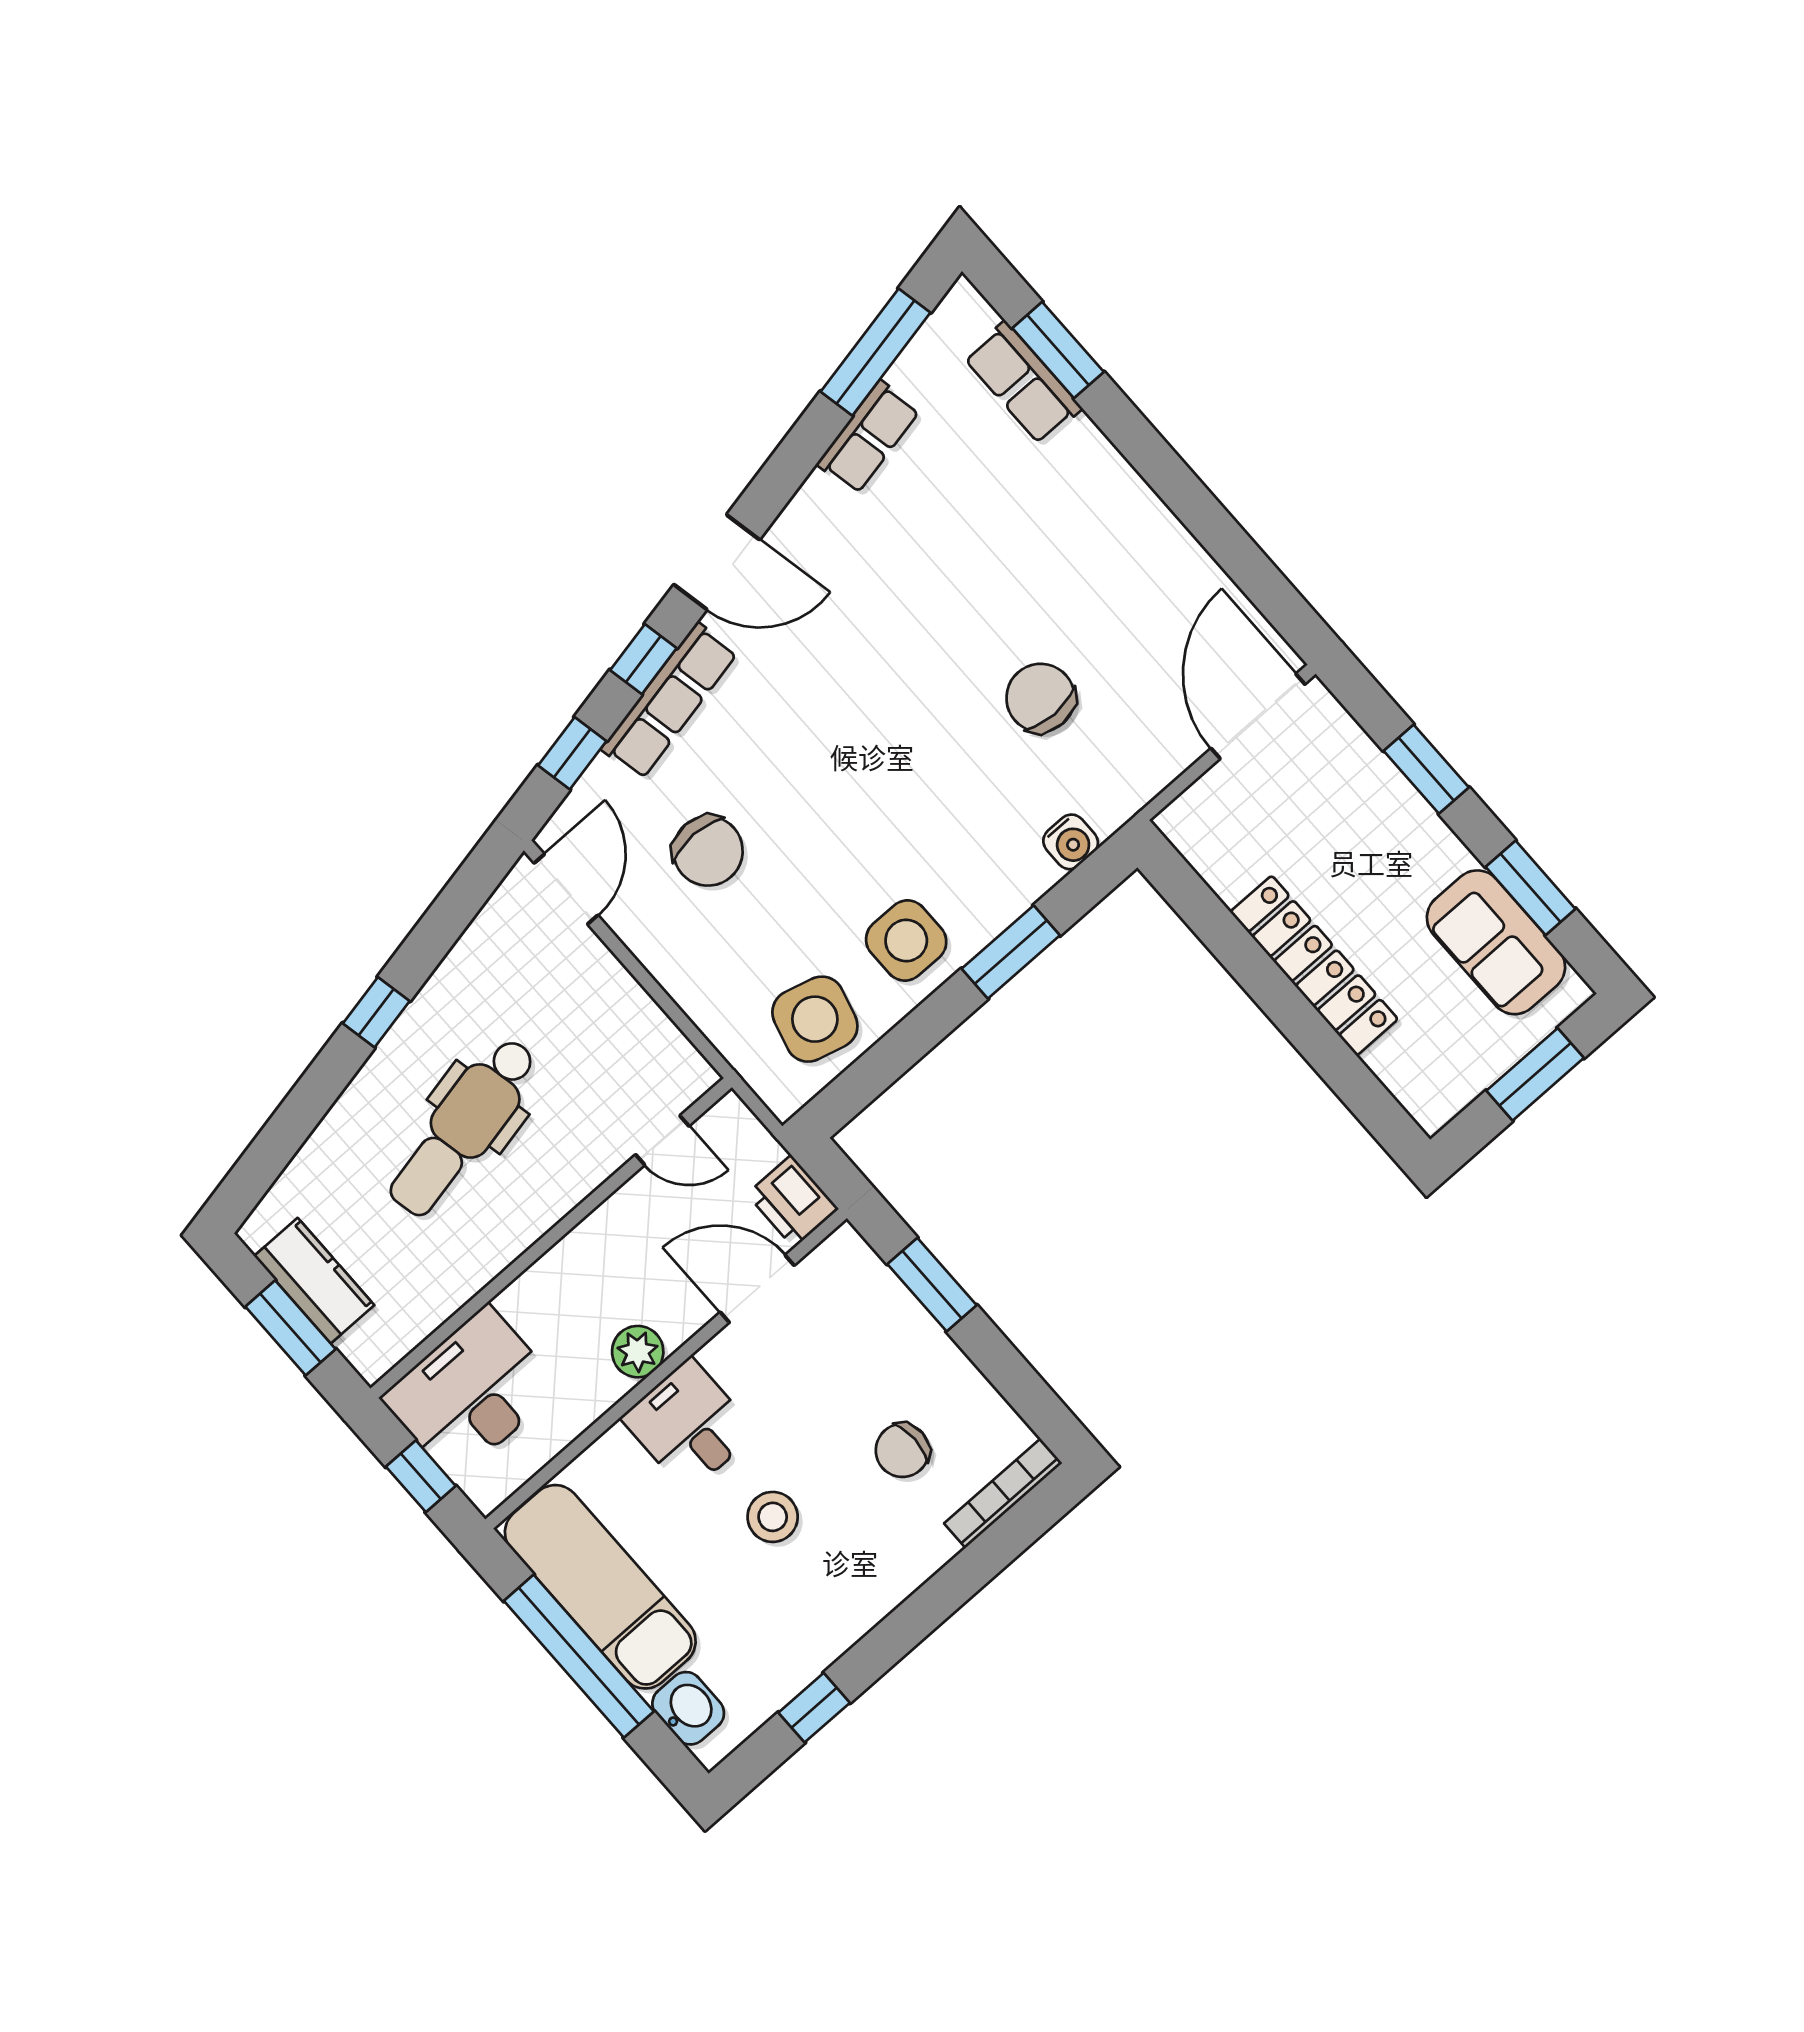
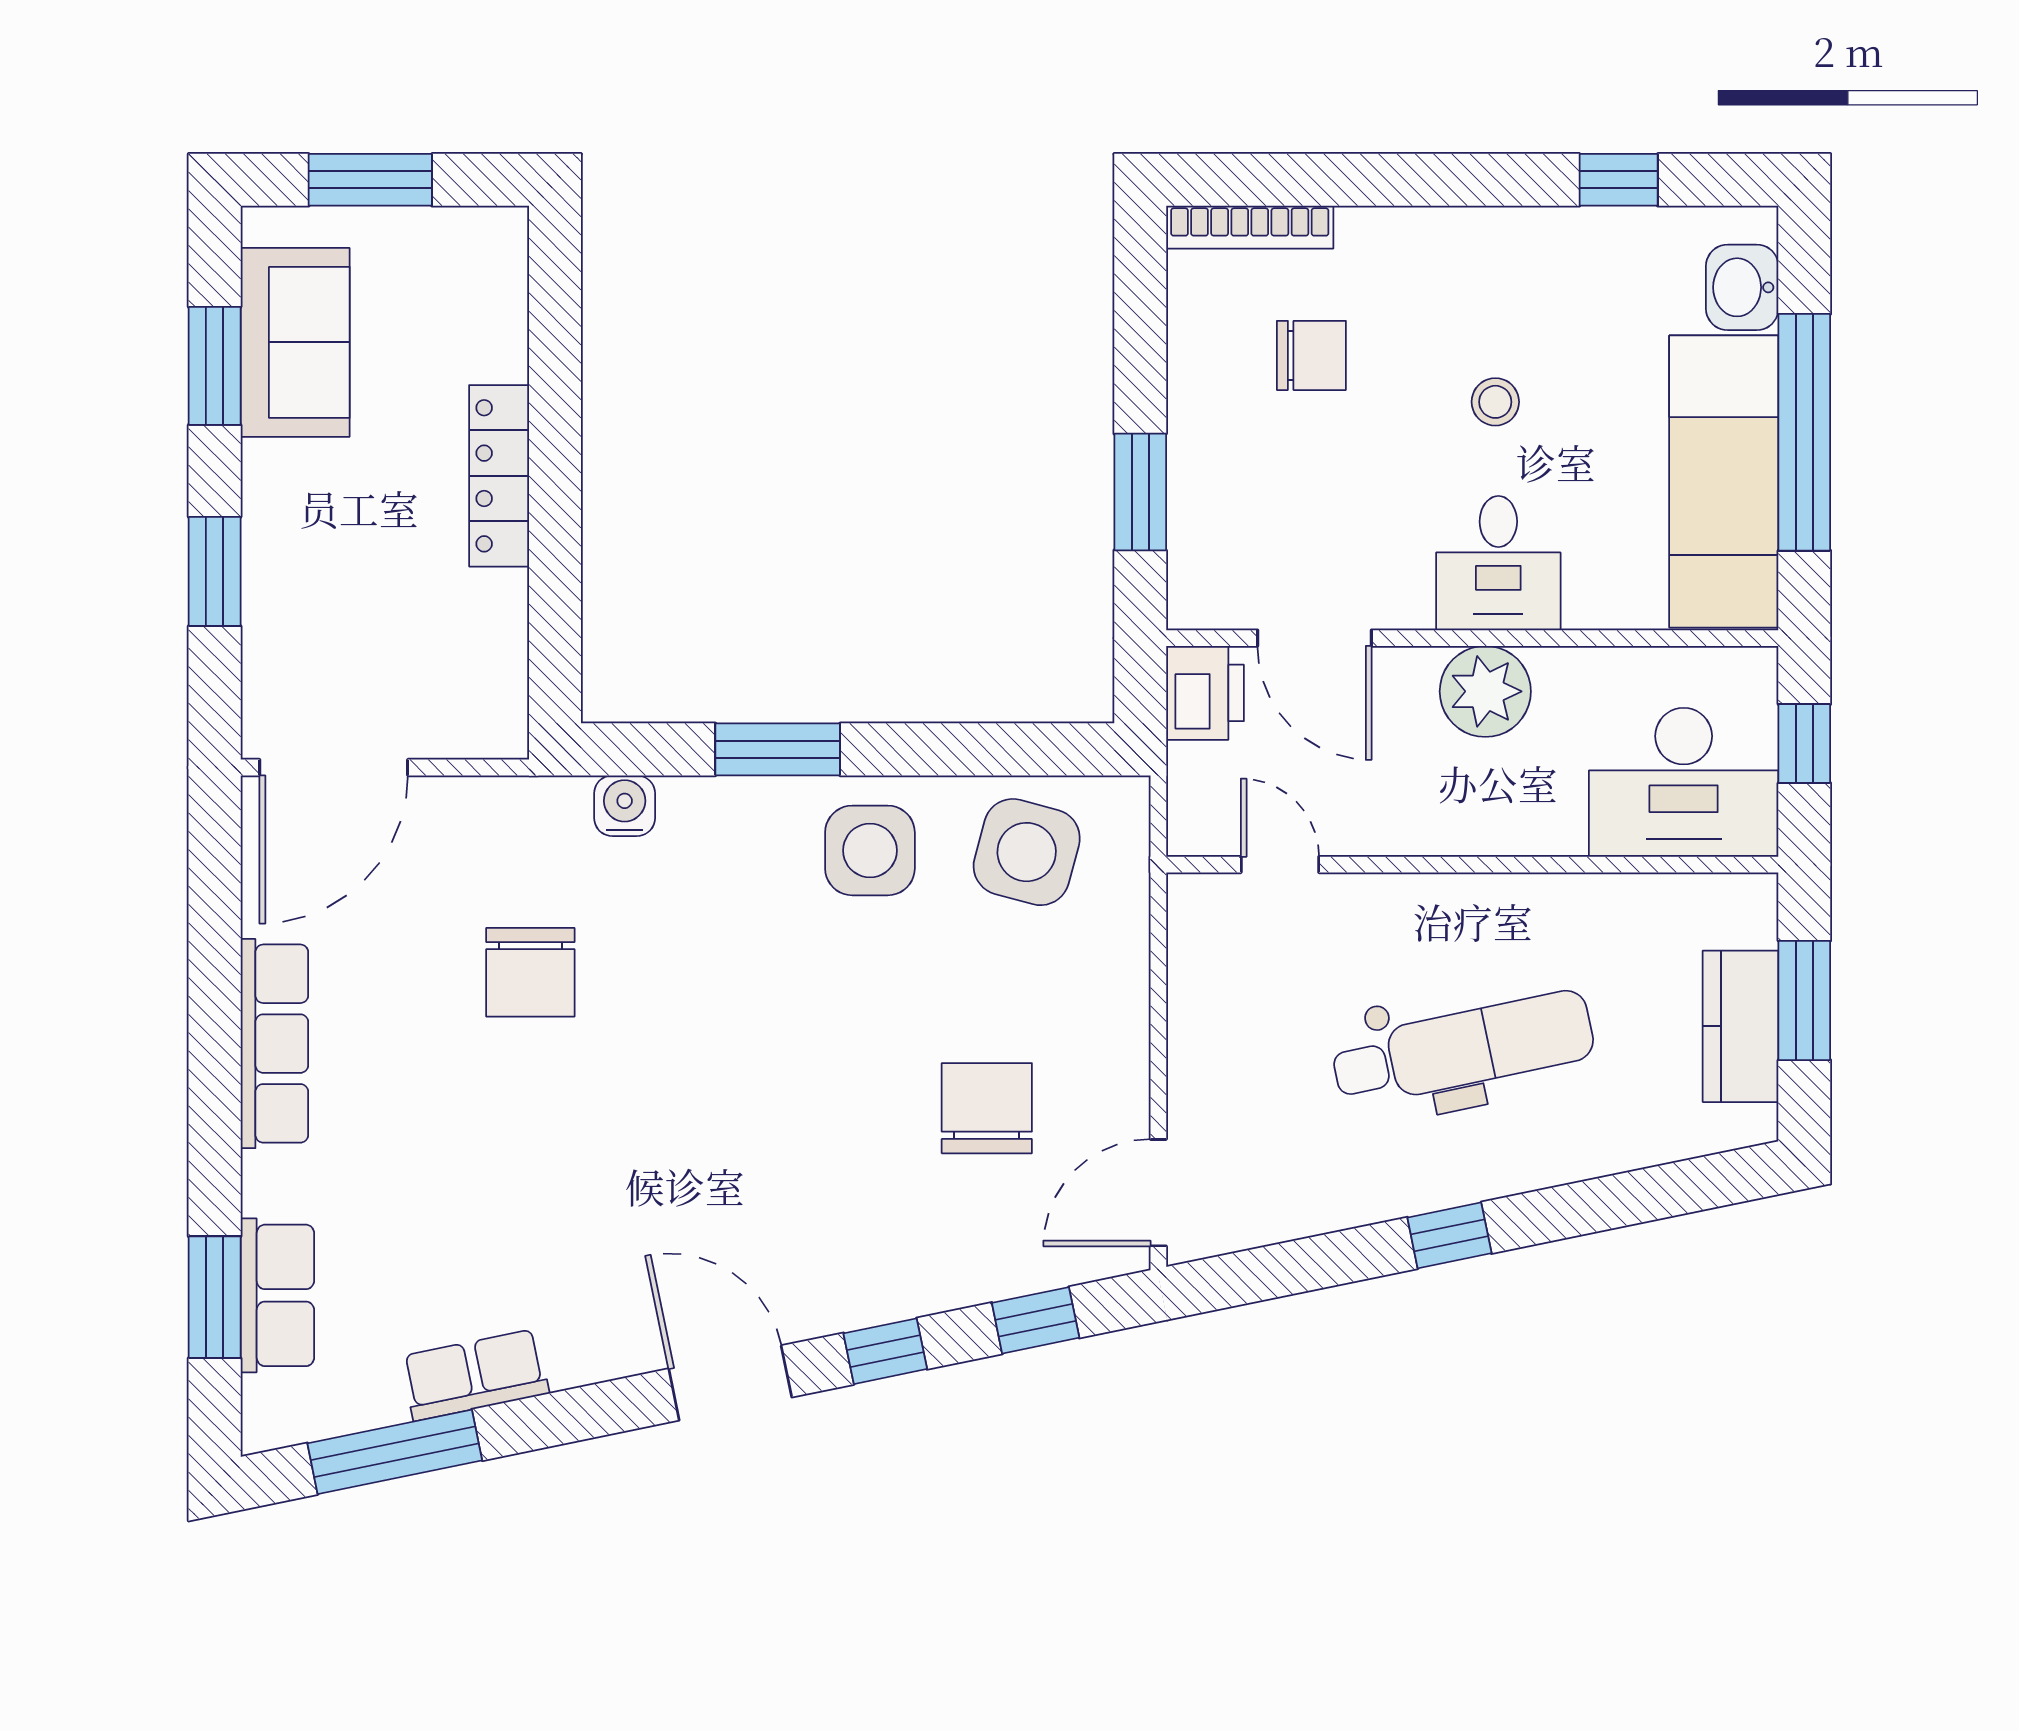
row of seats: (669, 701) -> (274, 1044), moved, turned 102
locker: (1314, 966) -> (499, 476), width x0.71, depth x0.83
plant: (638, 1352) -> (1485, 691), width x1.36, depth x1.36
stool: (773, 1517) -> (1495, 402), width x0.73, depth x0.73

